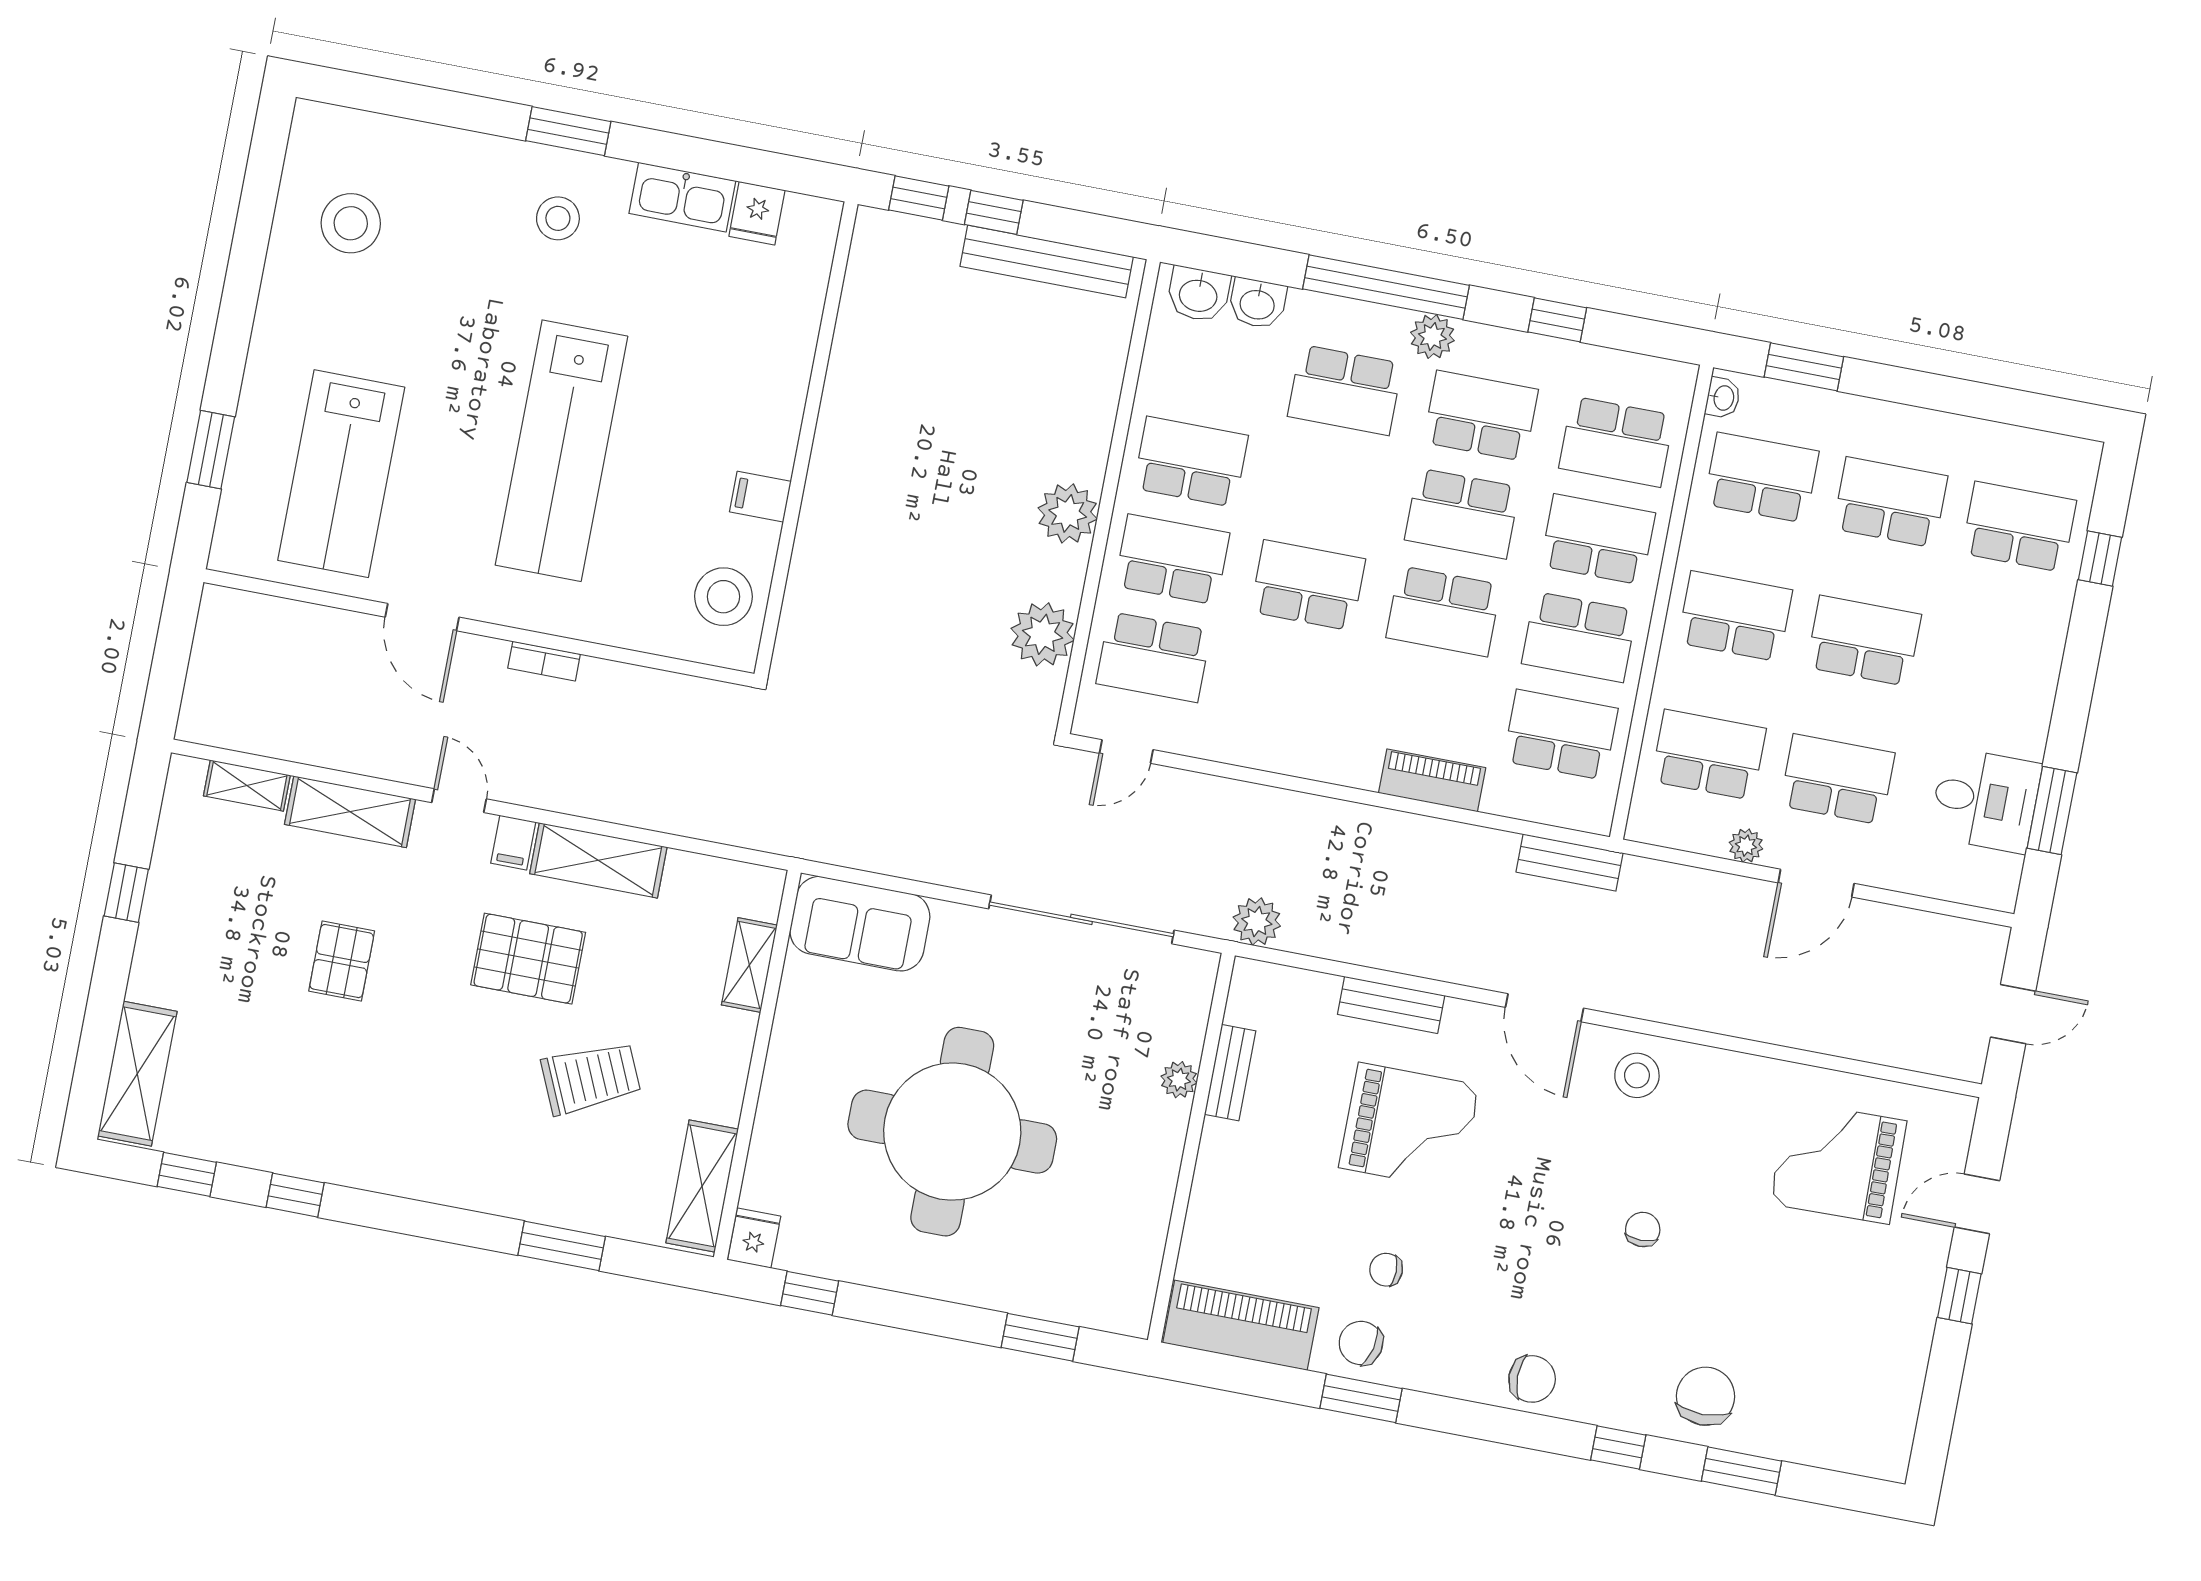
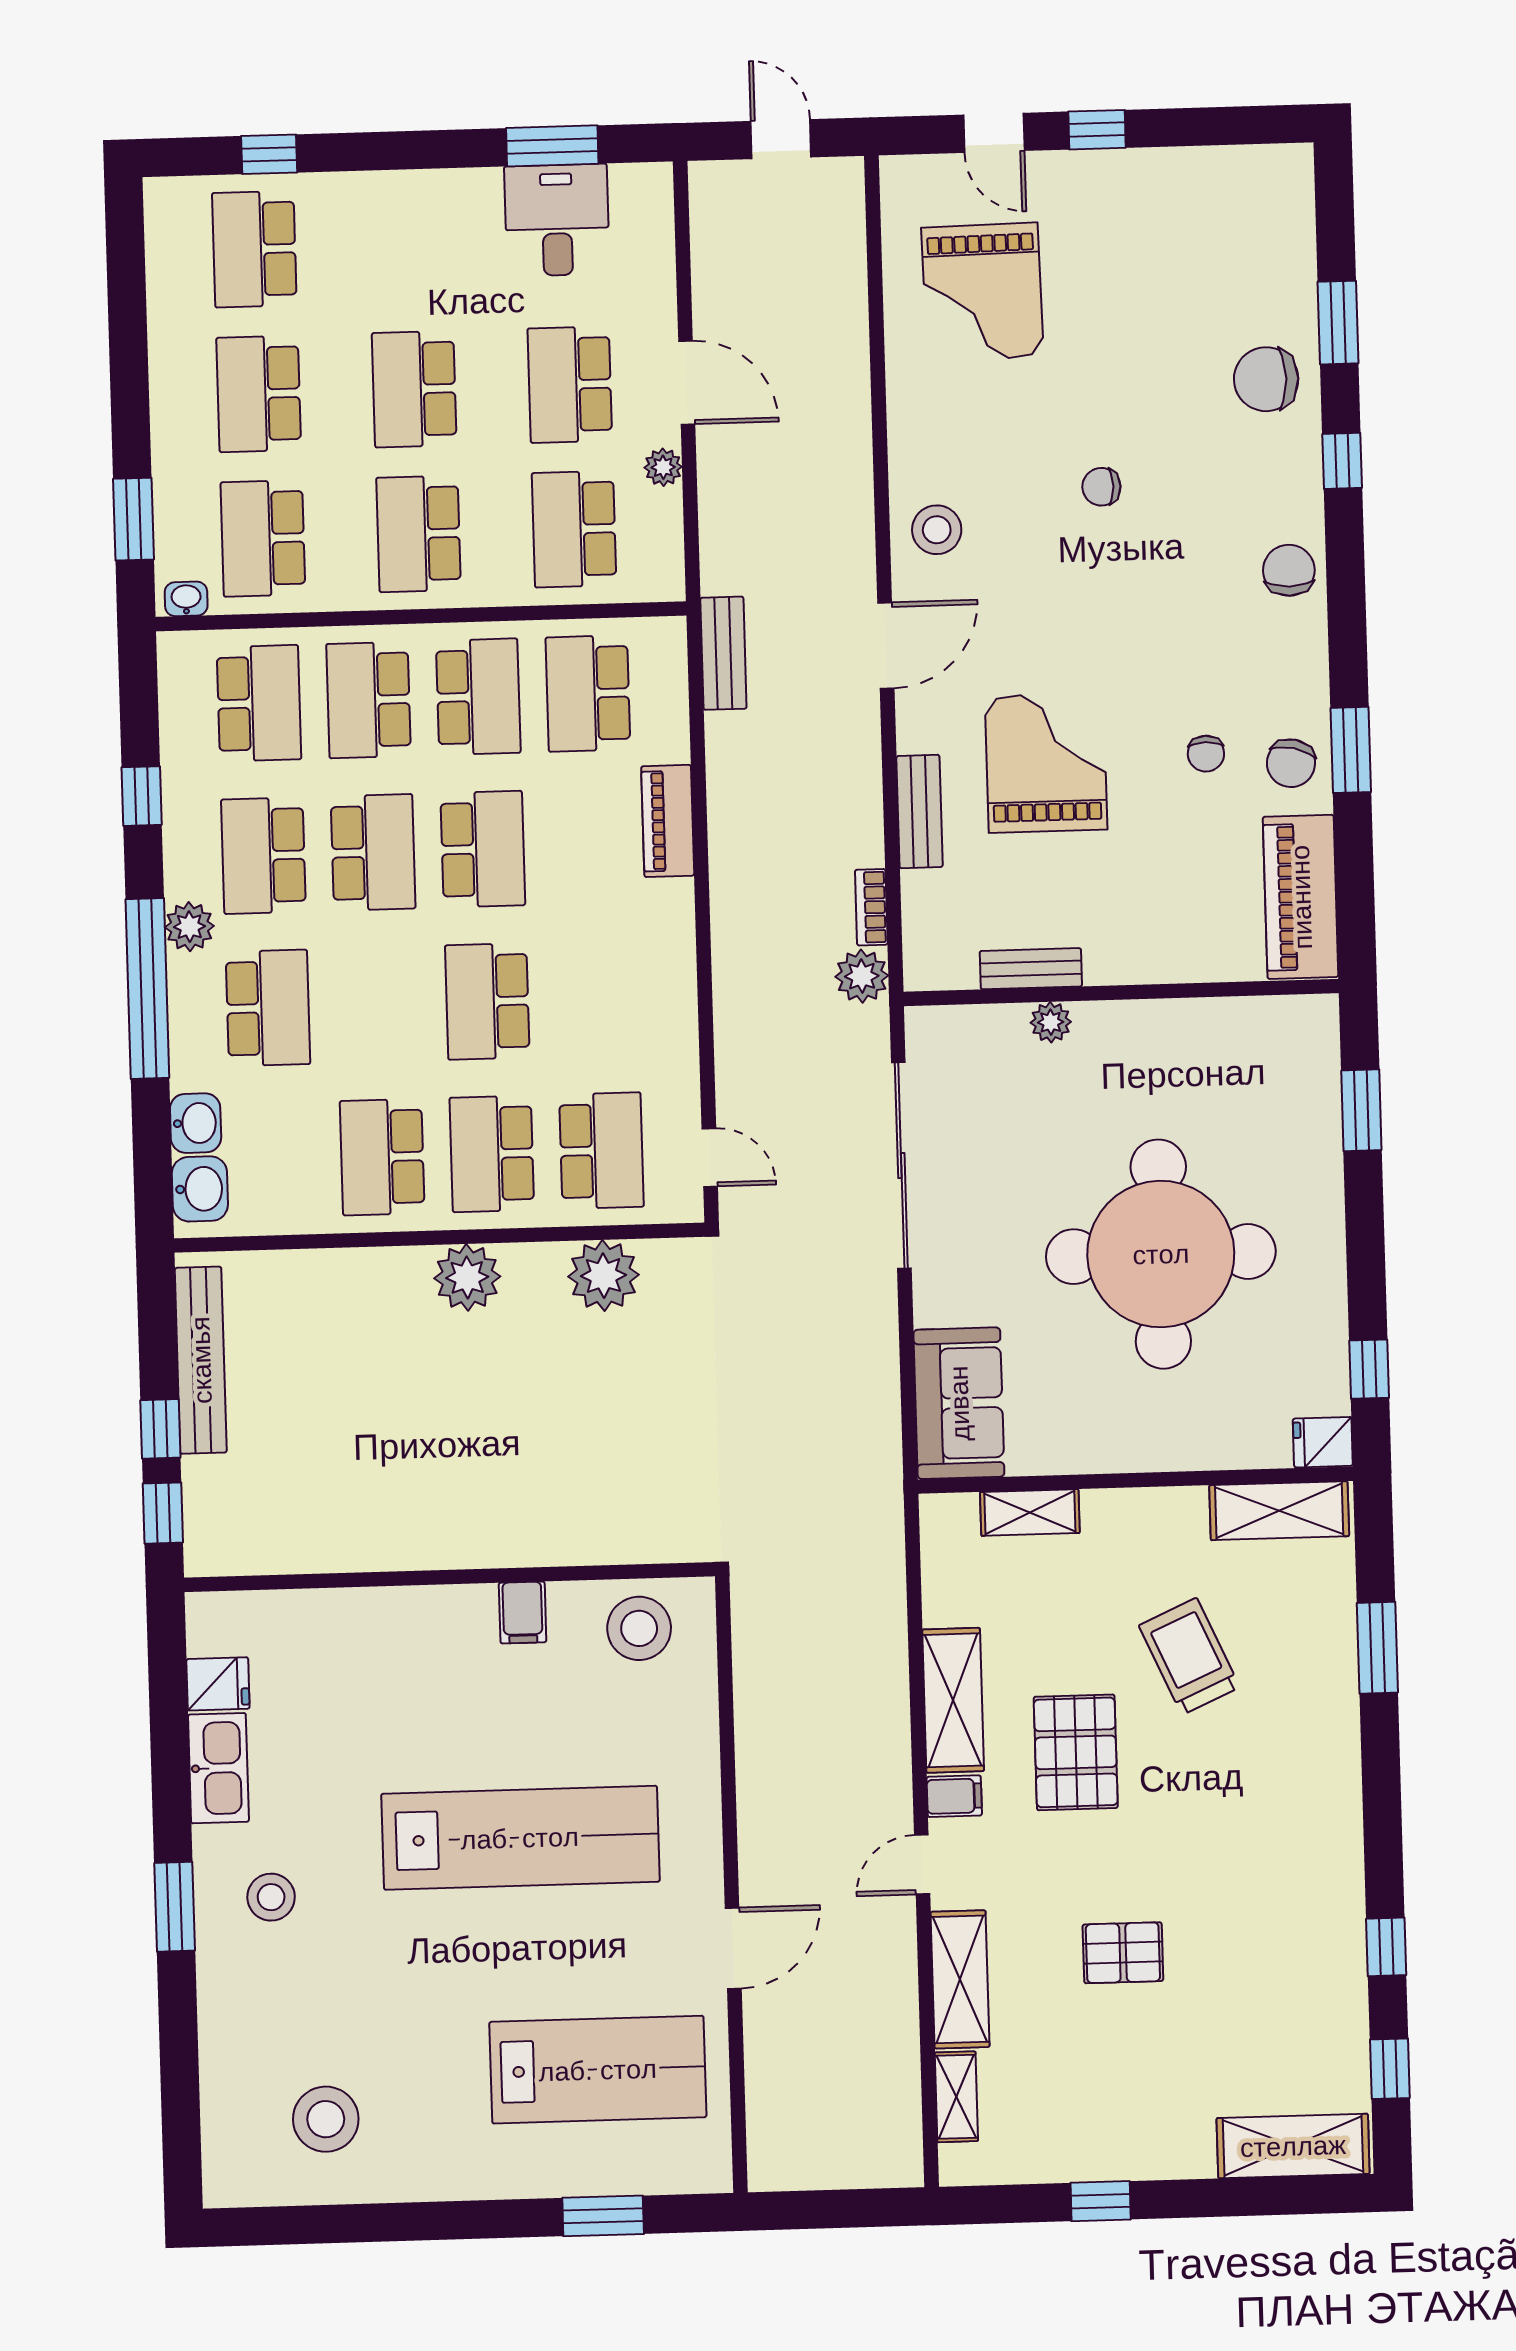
bookcase: (544, 661) -> (871, 907), moved, turned 180

